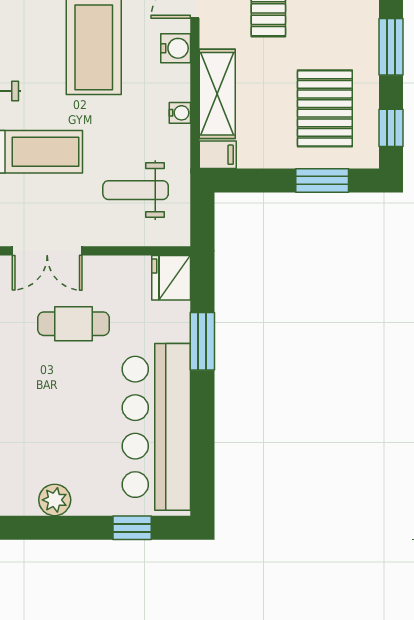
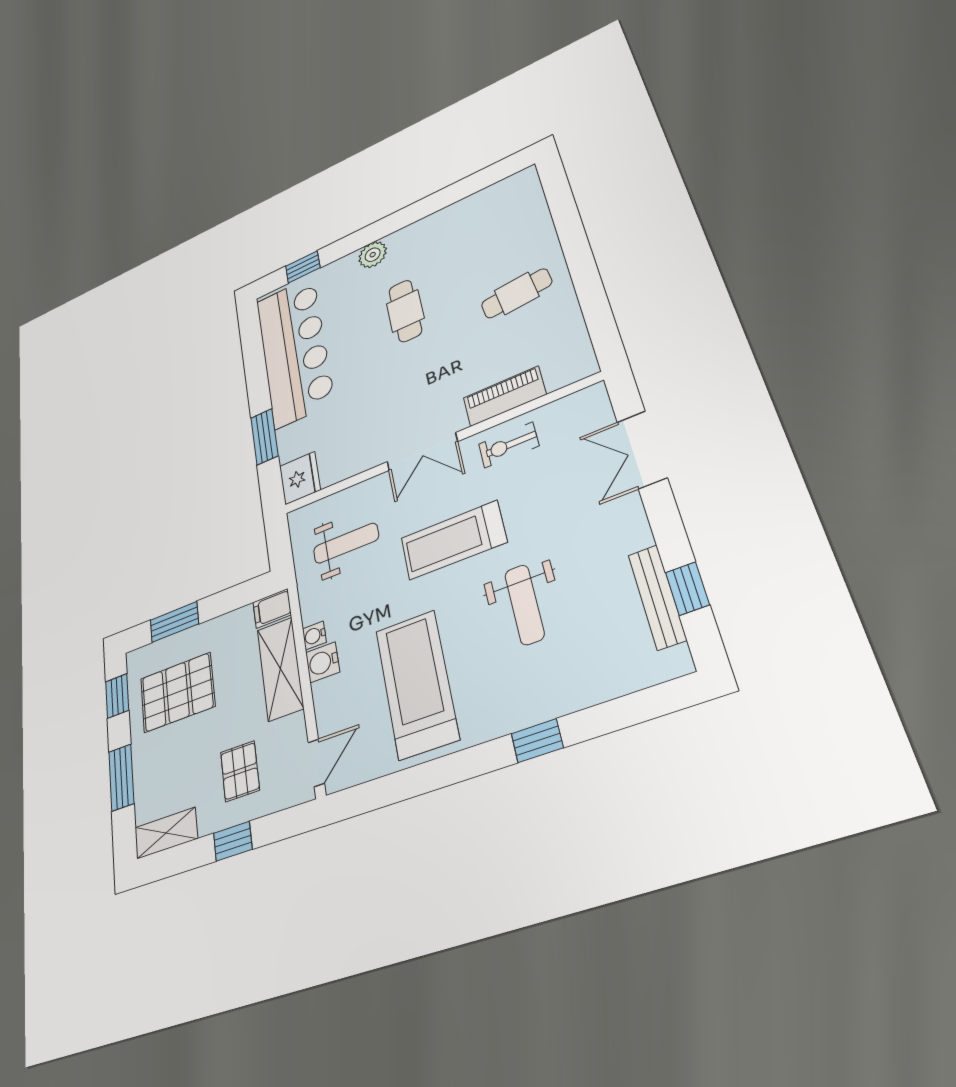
water cooler: (176, 48) -> (323, 662), moved
pallet: (325, 108) -> (177, 692), turned 90
double door: (47, 251) -> (422, 452), swing flipped
cafe table: (73, 324) -> (405, 311), moved, turned 90

